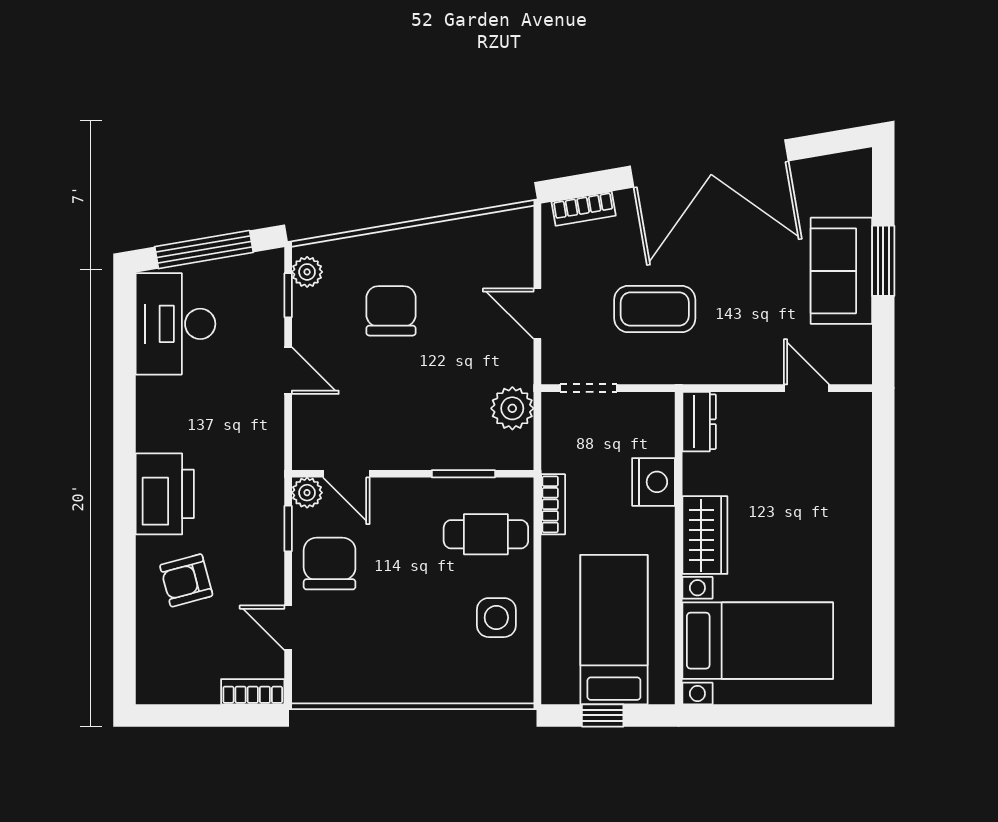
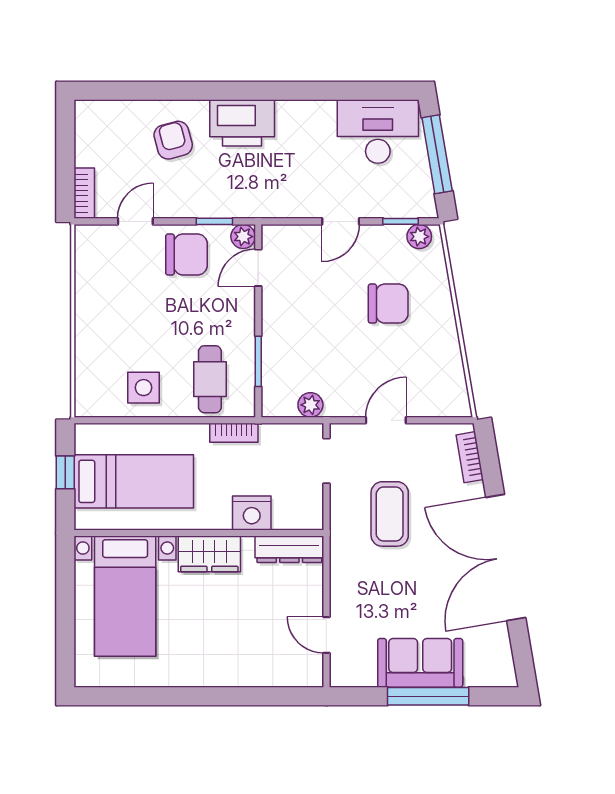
window: (883, 261) -> (428, 696), width x1.44
door: (806, 388) -> (326, 635), swing flipped
plant: (512, 408) -> (310, 405), width x0.73, depth x0.73
dresser: (699, 422) -> (289, 549), width x1.44

